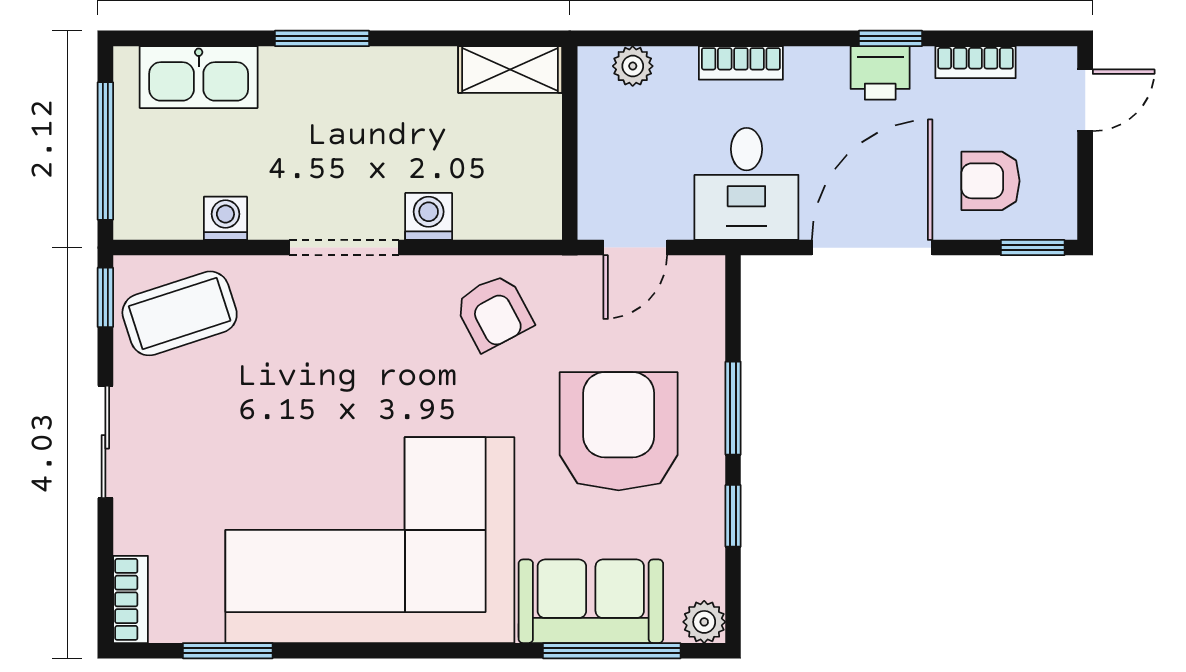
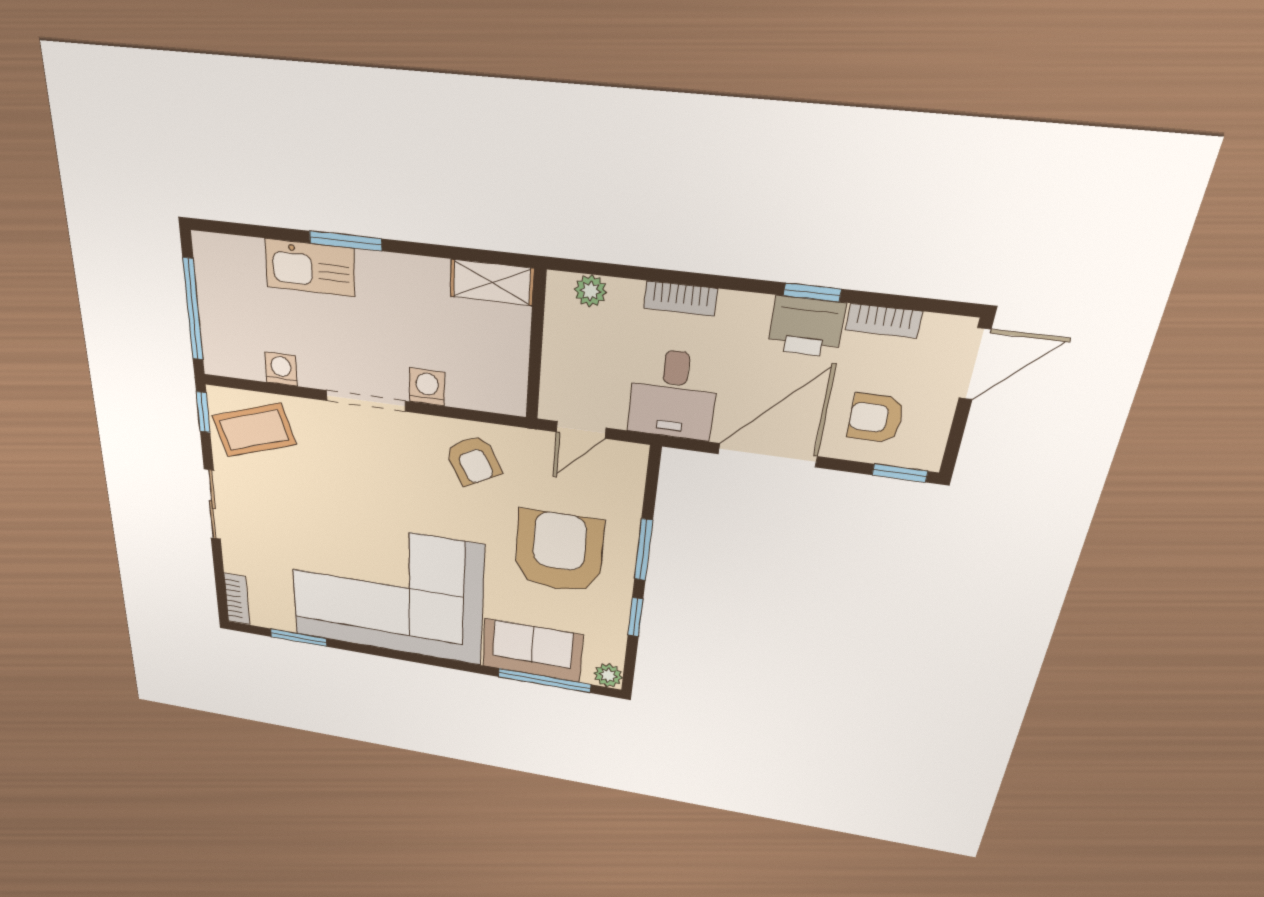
printer: (880, 73) -> (806, 327), width x1.36, depth x1.24
kitchen sink: (199, 77) -> (310, 268), moved
door: (1085, 100) -> (975, 364), width x1.38

